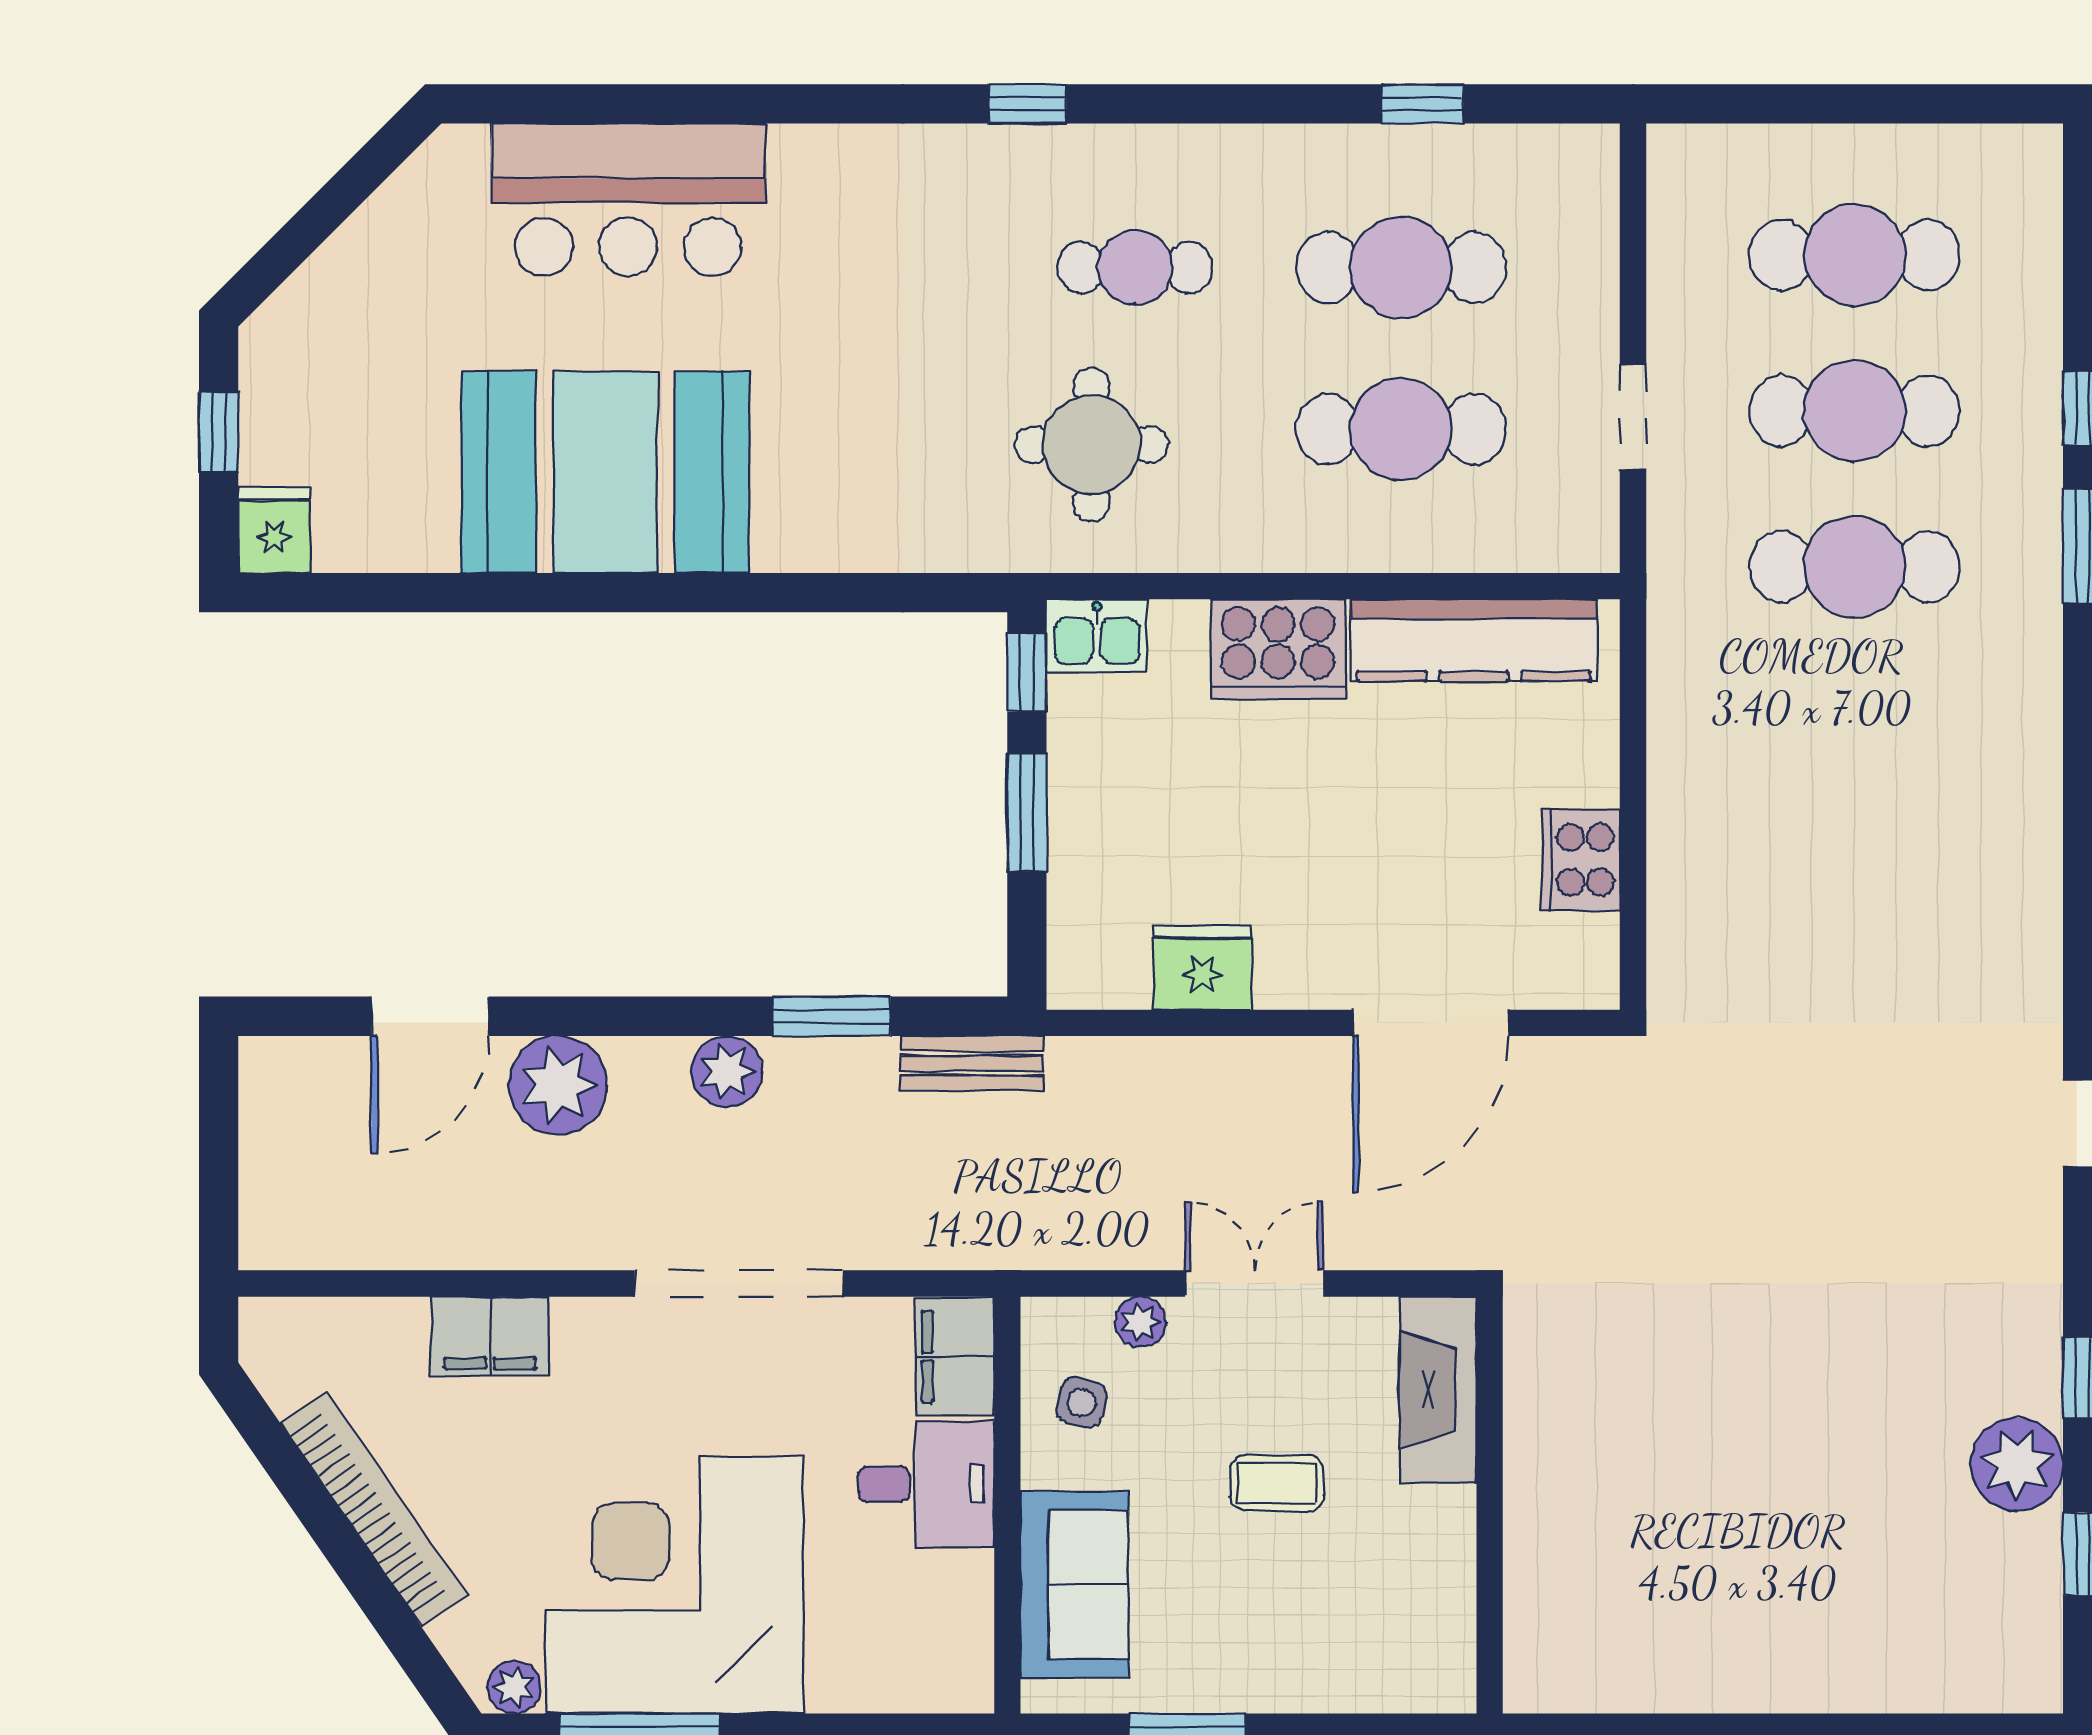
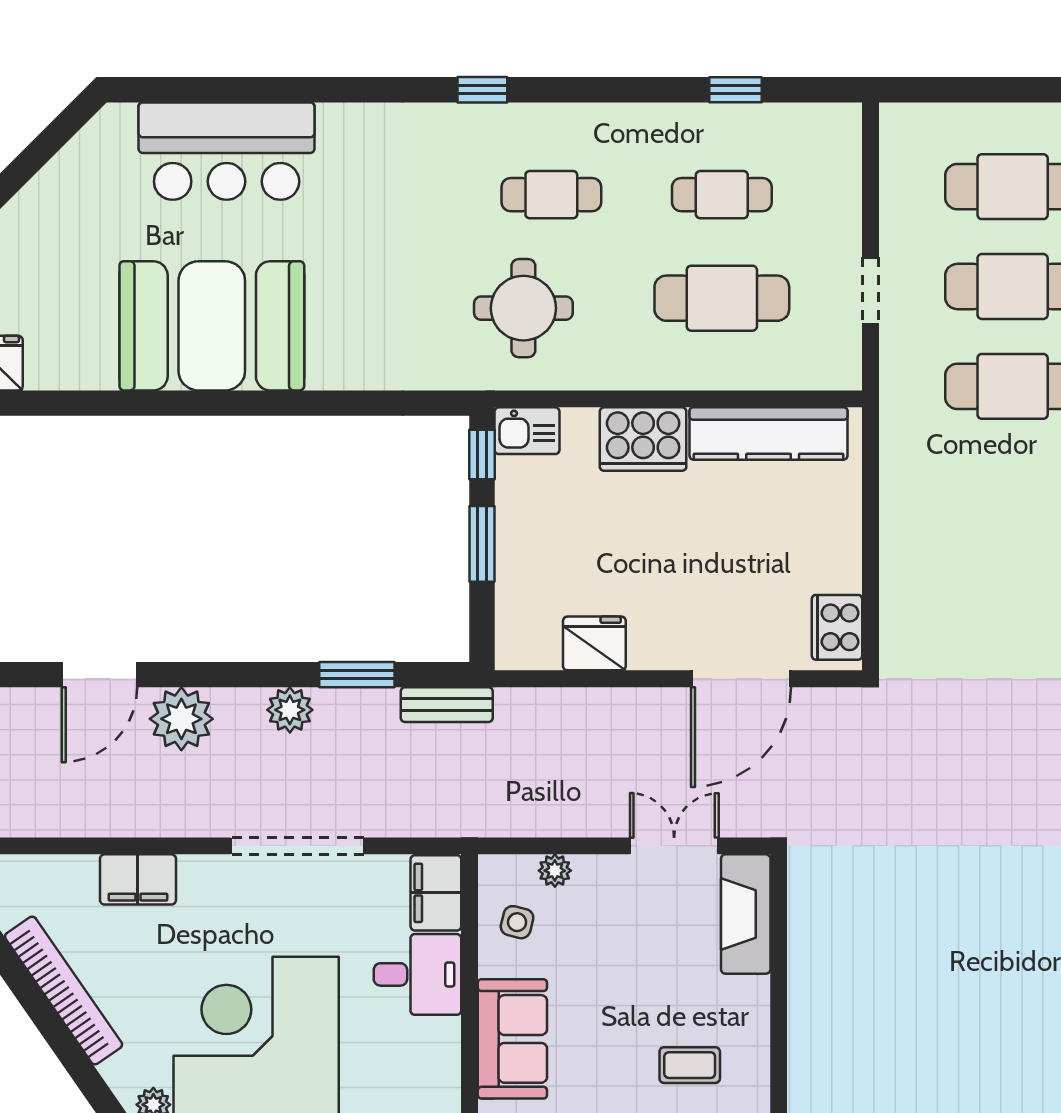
cafe table: (1401, 267) -> (722, 195), width x0.73, depth x0.74
cooker: (1581, 860) -> (837, 627), moved
double door: (1254, 1284) -> (674, 846), moved
coffee table: (1277, 1483) -> (690, 1065), moved

